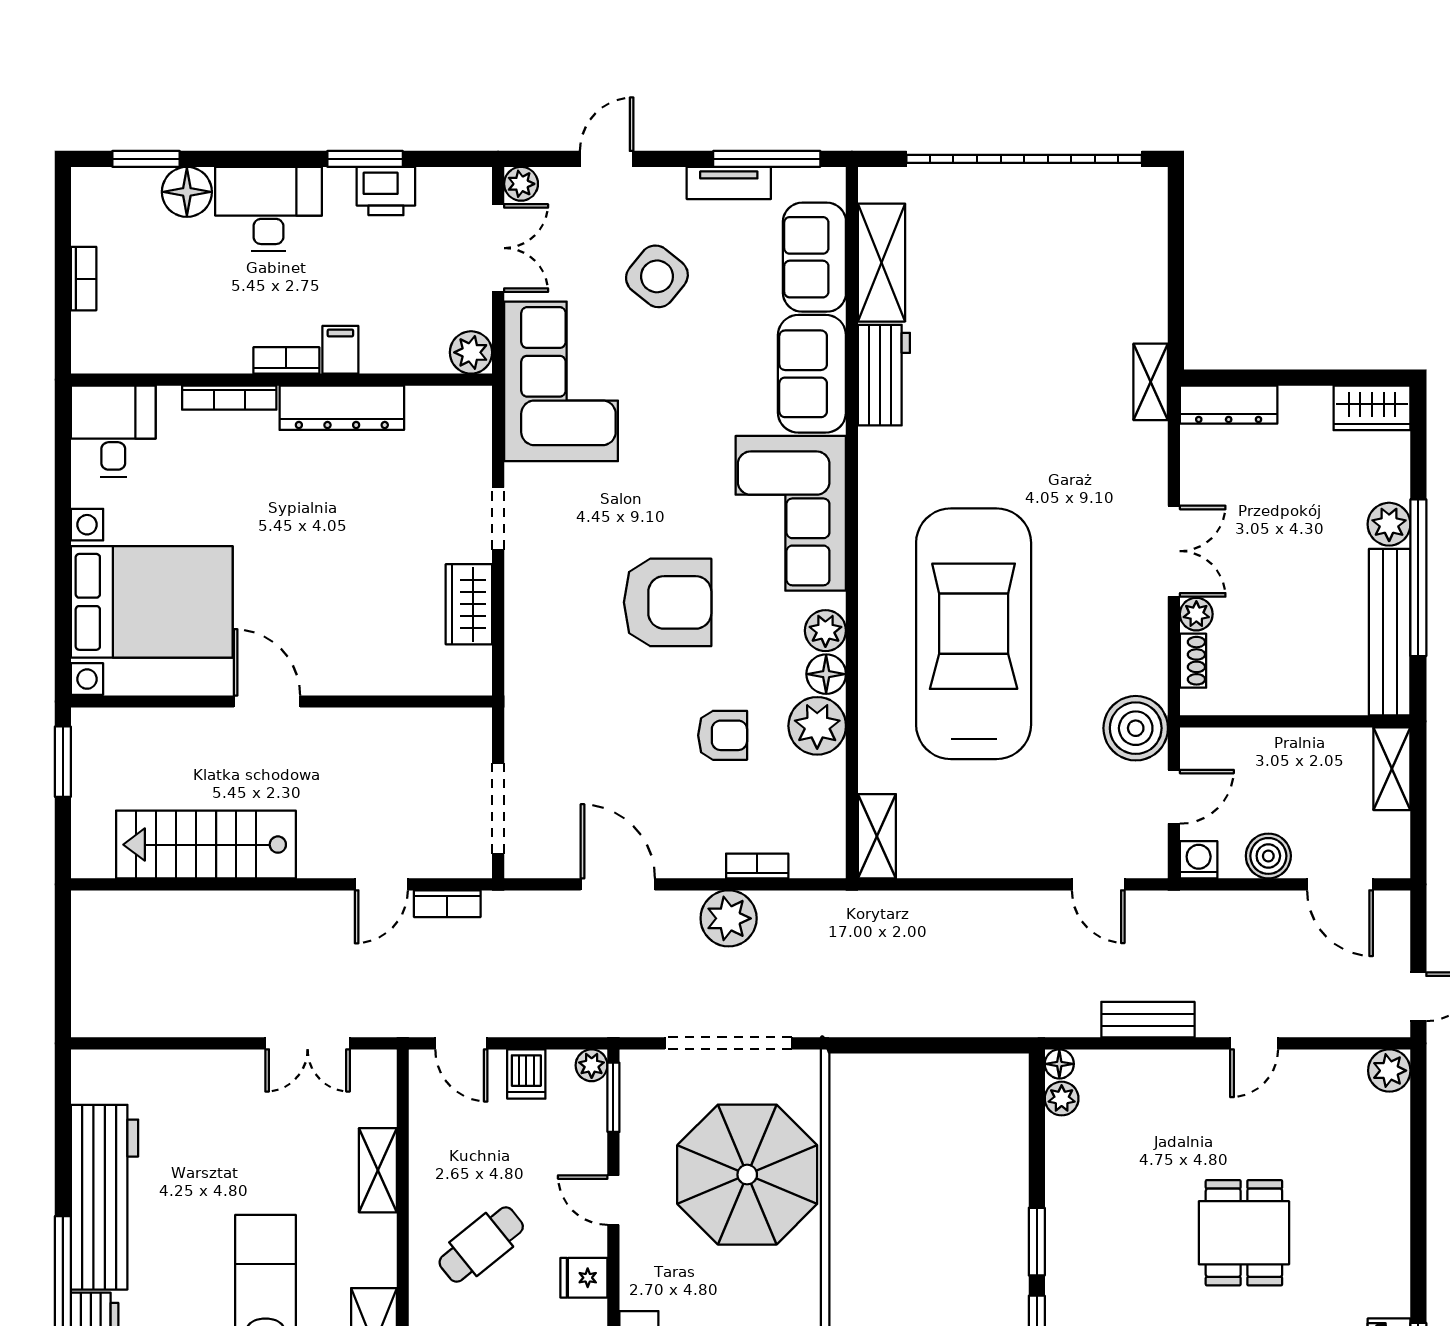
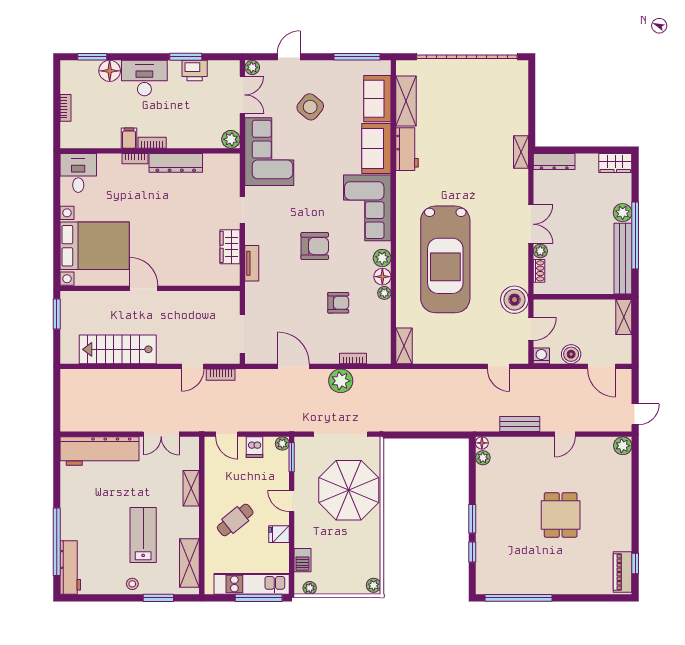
tv unit: (729, 183) -> (252, 263), moved, turned -90
filing cabinet: (340, 350) -> (129, 138), moved
bookcase: (229, 398) -> (135, 159), width x0.64
armchair: (668, 602) -> (315, 246), width x0.73, depth x0.73
car: (974, 634) -> (445, 259), turned 180
plant: (817, 726) -> (384, 293), width x0.53, depth x0.53
workbench: (104, 1197) -> (100, 451), moved, turned 90

